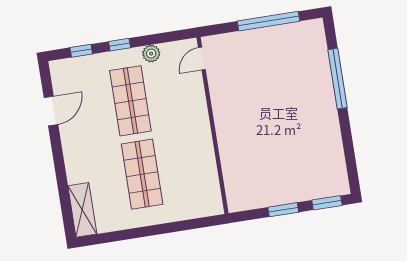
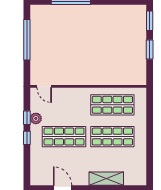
window: (81, 51) -> (27, 118), moved
shop shelf: (190, 167) -> (112, 105), added
shelving: (82, 210) -> (106, 179), moved

